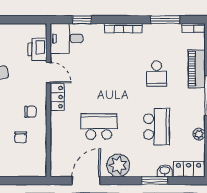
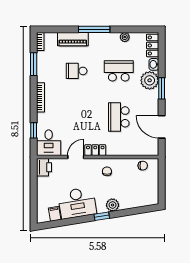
printer: (37, 49) -> (44, 167), moved, turned -90
school desk: (157, 74) -> (77, 71), turned 180
chair: (21, 137) -> (143, 166), moved
plant: (118, 165) -> (150, 80), moved
window: (154, 181) -> (162, 88), moved

